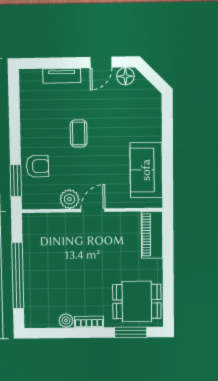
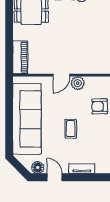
door: (101, 62) -> (55, 177), hinge flipped
sofa: (146, 170) -> (27, 119), width x1.85, depth x1.27

